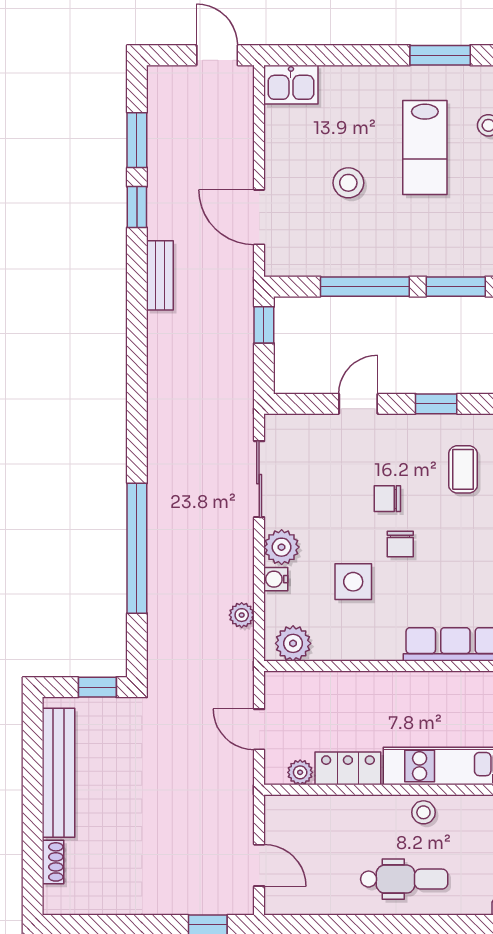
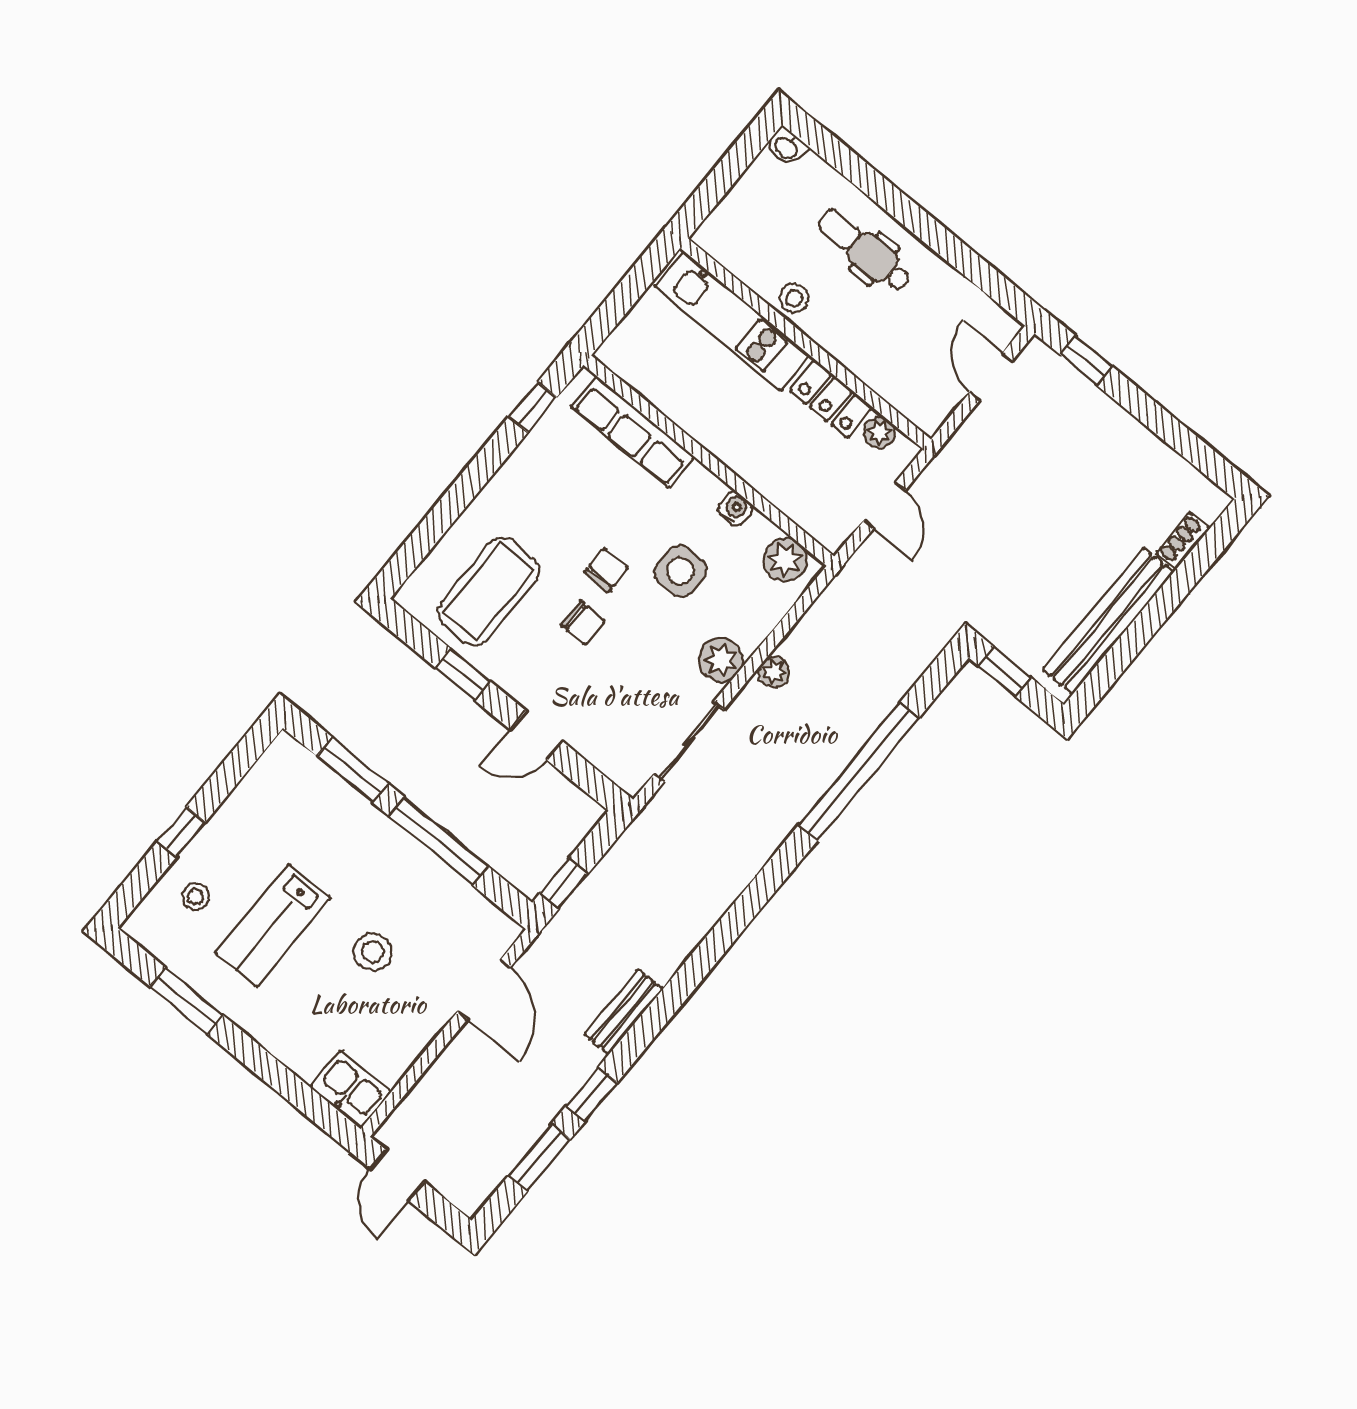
lab bench: (425, 148) -> (273, 925), turned 180
coffee table: (463, 469) -> (489, 591), width x1.86, depth x1.72
water cooler: (276, 579) -> (735, 509), moved, turned -90
plant: (242, 615) -> (774, 672), moved

